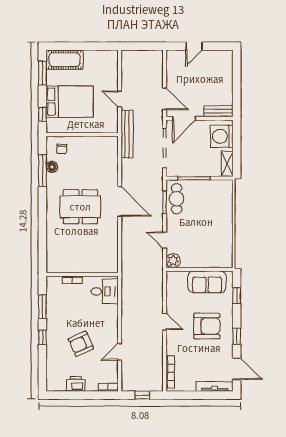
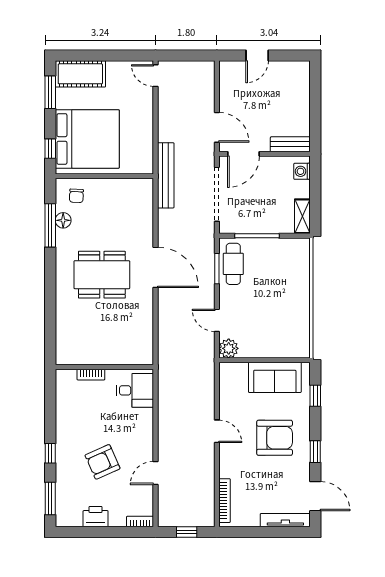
door: (120, 99) -> (155, 76), moved
bed: (70, 102) -> (87, 139), width x1.36
washing machine: (222, 136) -> (302, 171), width x0.53, depth x0.53
window: (42, 307) -> (50, 499), moved

